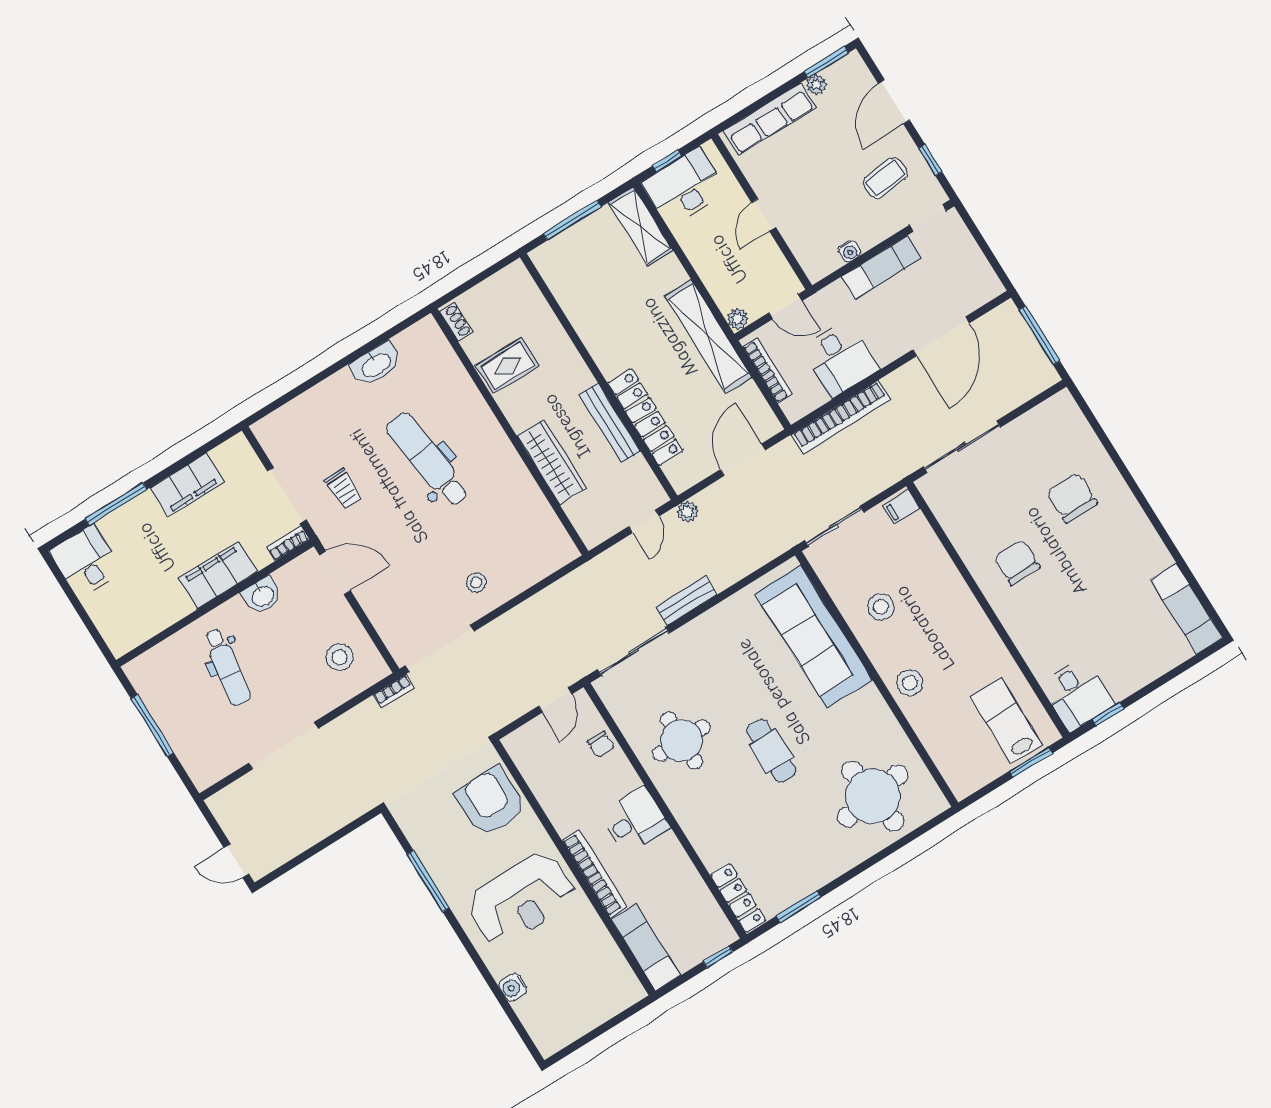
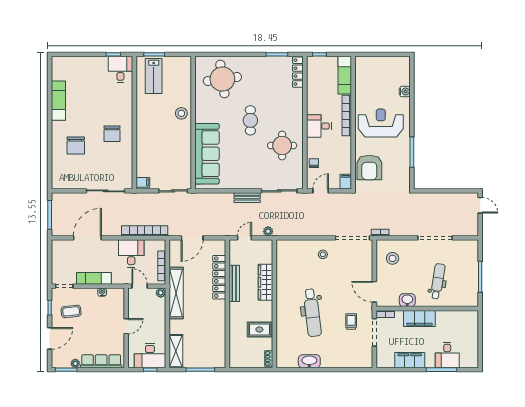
plant: (687, 512) -> (268, 231), moved
desk: (86, 561) -> (447, 355), moved
stool: (881, 607) -> (174, 149), removed
exam couch: (1187, 609) -> (58, 101), moved
filing cabinet: (518, 747) -> (346, 182), added

